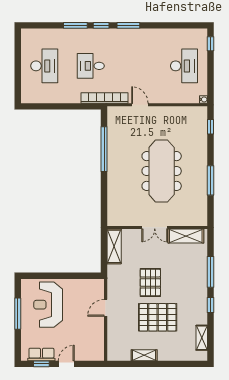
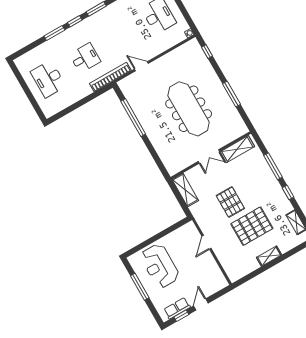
desk: (44, 66) -> (48, 79), turned 180
desk: (91, 66) -> (85, 58), turned 180
shelving: (144, 355) -> (269, 256), moved

